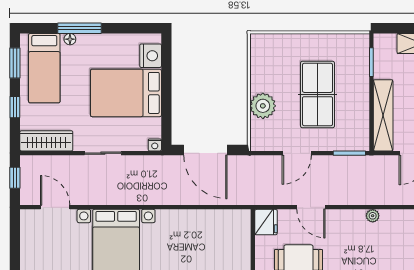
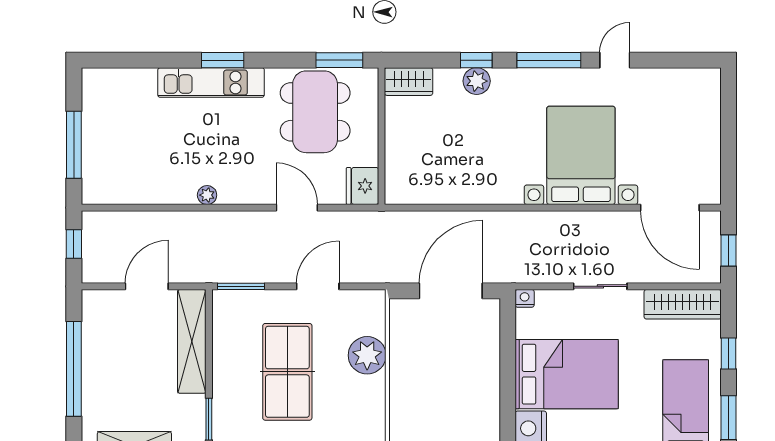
door: (205, 150) -> (451, 291), hinge flipped
door: (55, 207) -> (670, 208), width x1.36

